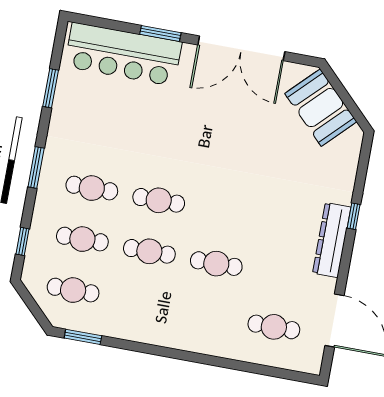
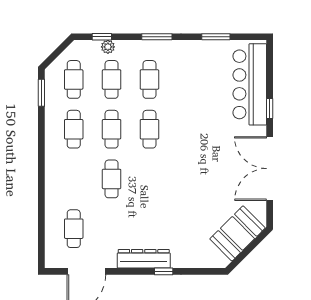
window: (160, 33) -> (270, 108), width x0.67
plant: (37, 236) -> (108, 47), added
cafe table: (140, 302) -> (74, 129), added

